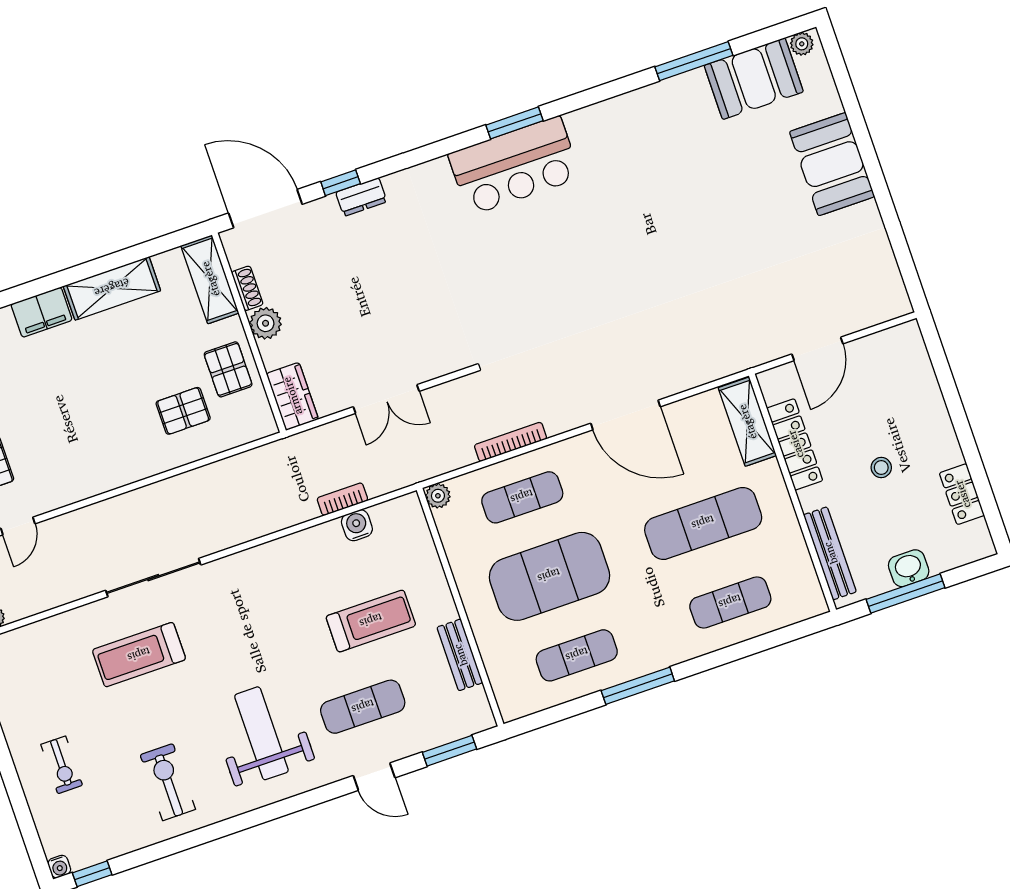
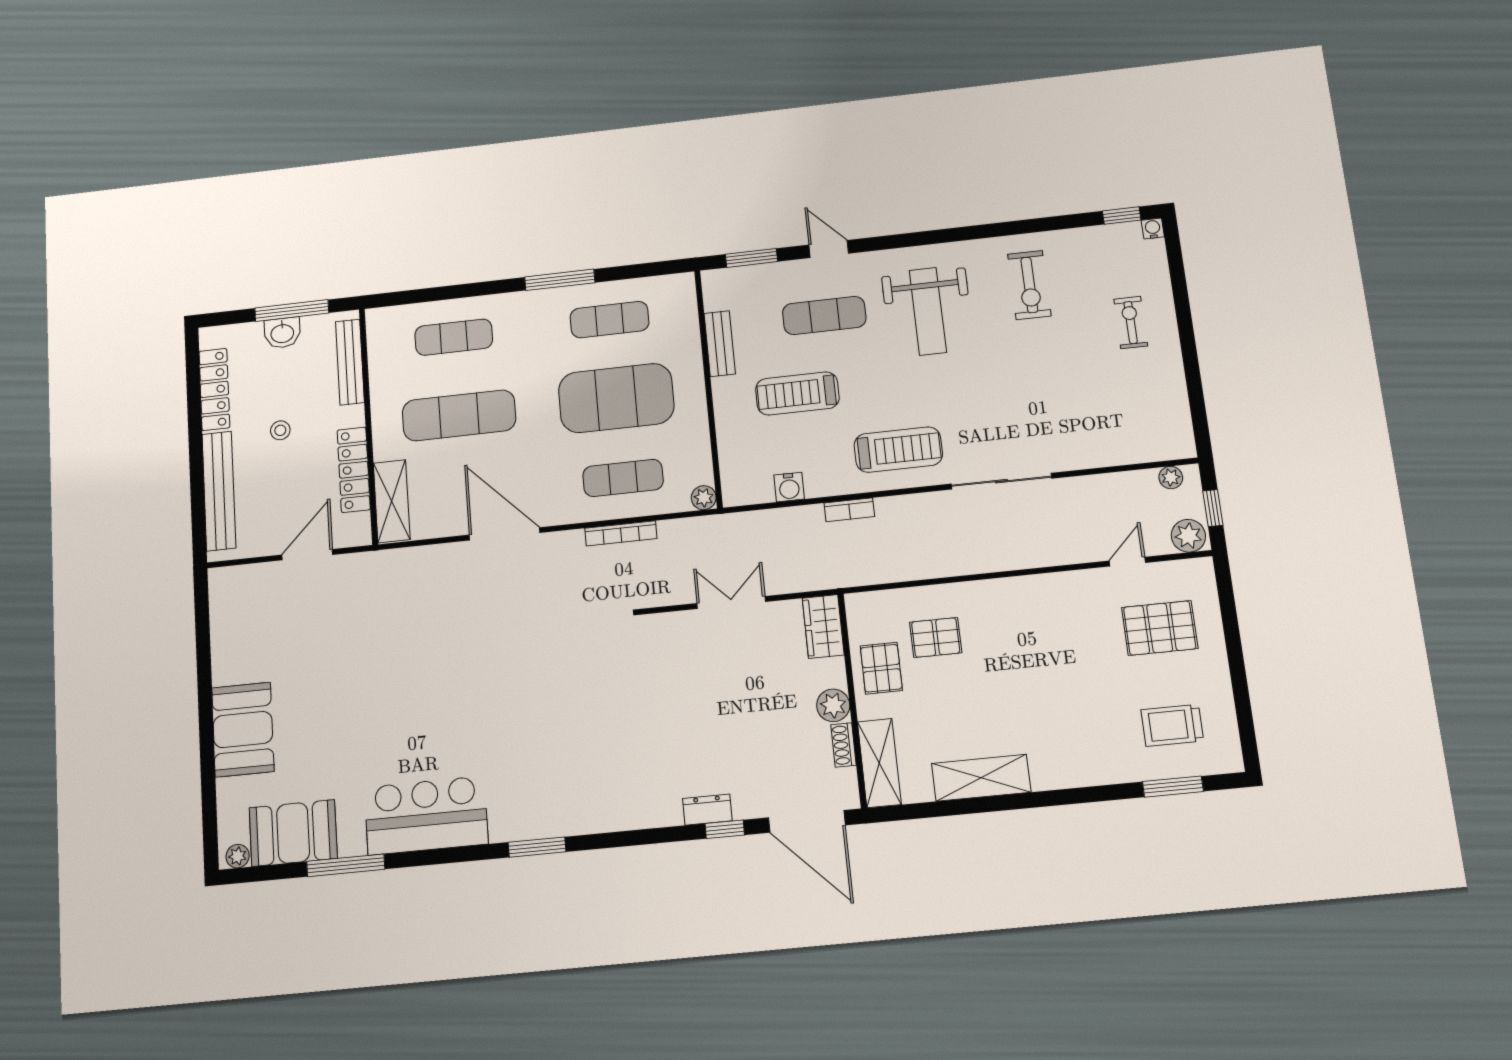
bar counter: (514, 166) -> (426, 816), moved
filing cabinet: (42, 312) -> (1059, 771), removed
bench: (926, 392) -> (219, 491), added
locker: (962, 494) -> (214, 389), width x1.53
bookcase: (342, 499) -> (849, 510), moved
treadmill: (139, 655) -> (898, 450), moved

